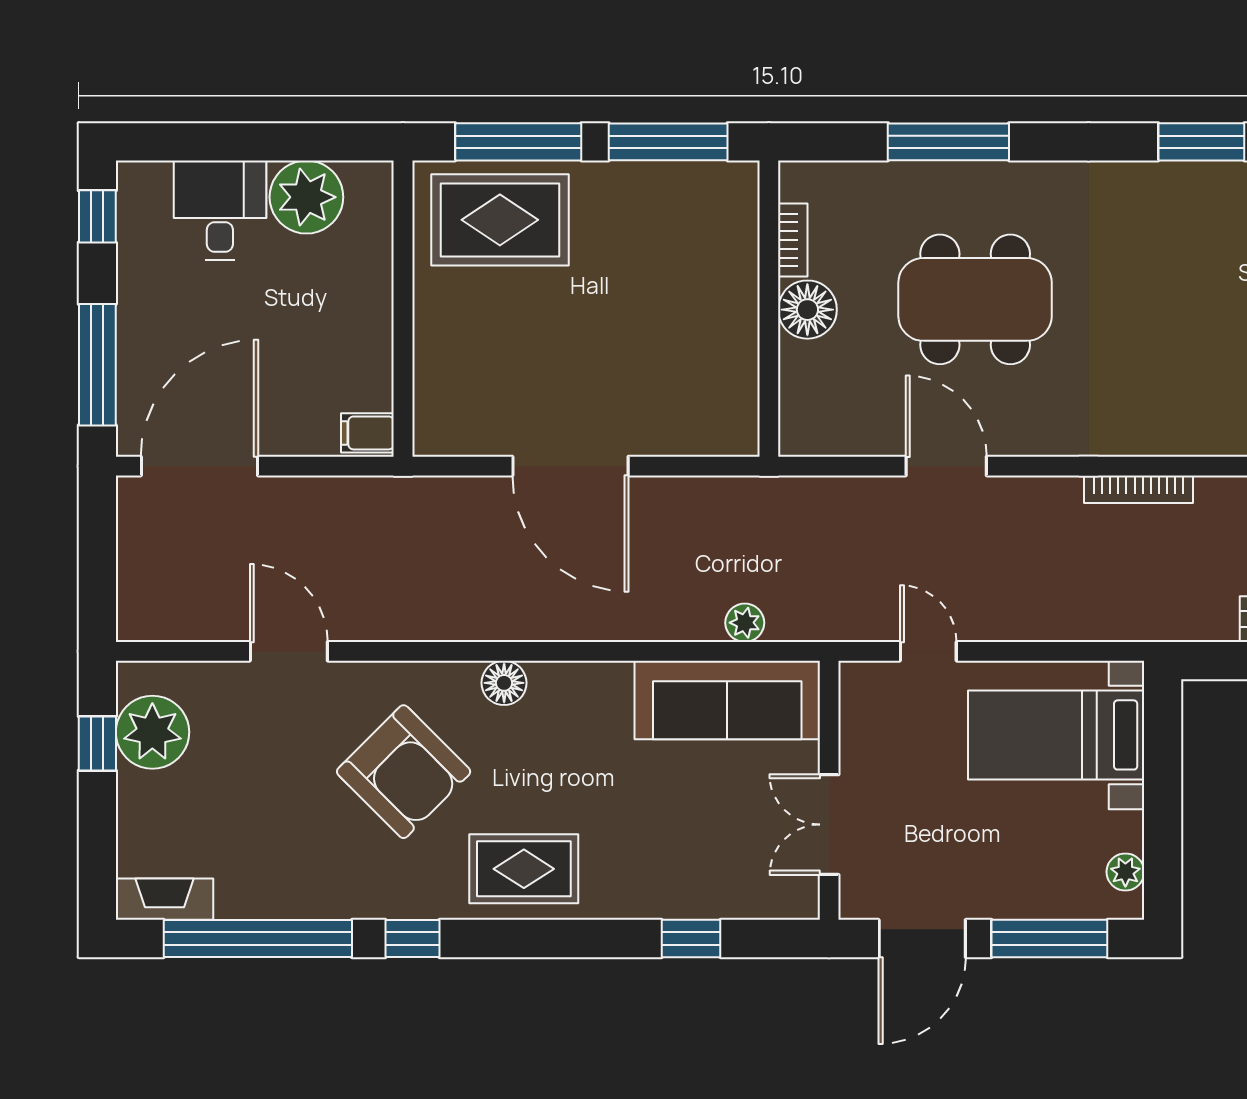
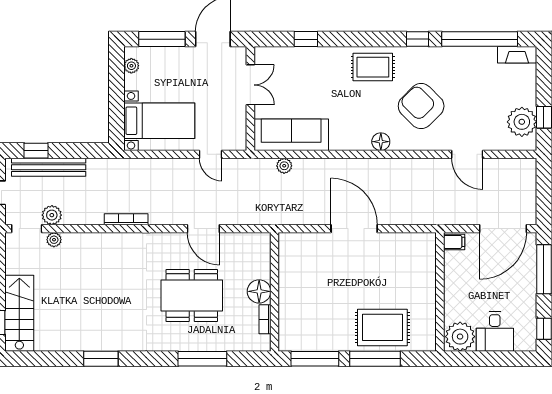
wall: (403, 309) -> (440, 292), moved
filing cabinet: (367, 433) -> (454, 242), moved

